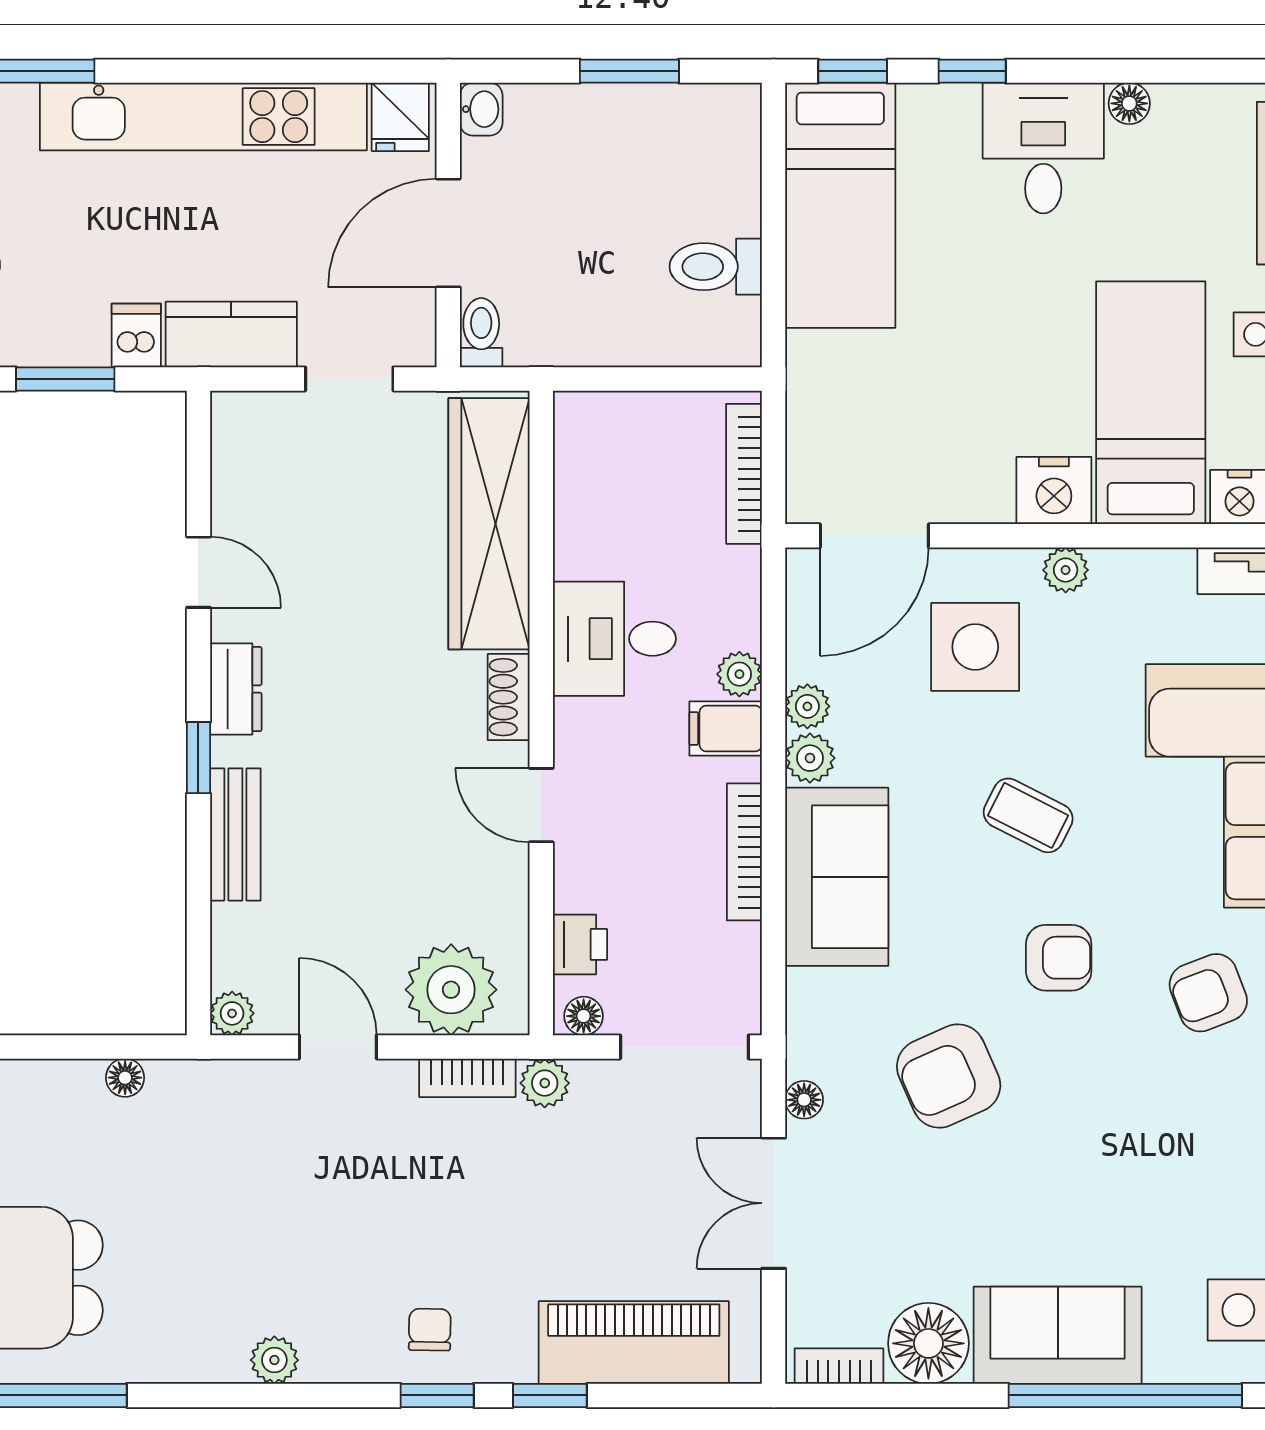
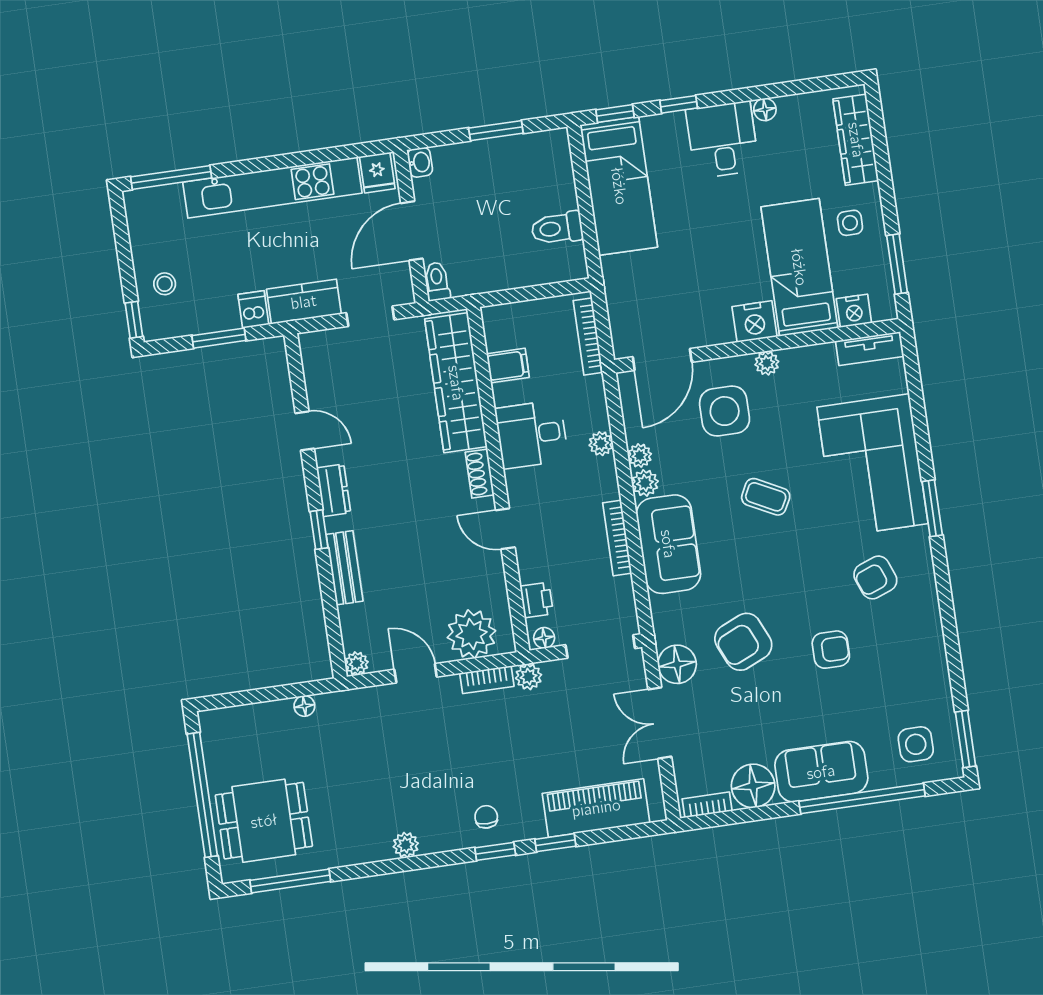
filing cabinet: (726, 728) -> (508, 366), moved, turned 180
armchair: (1059, 958) -> (831, 650), moved
floor lamp: (804, 1100) -> (677, 664), width x1.89, depth x1.89

